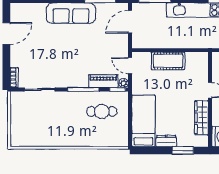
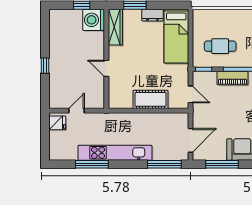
piano: (103, 81) -> (233, 78), moved
plant: (124, 83) -> (197, 76), removed
wardrobe: (202, 118) -> (115, 27), moved

